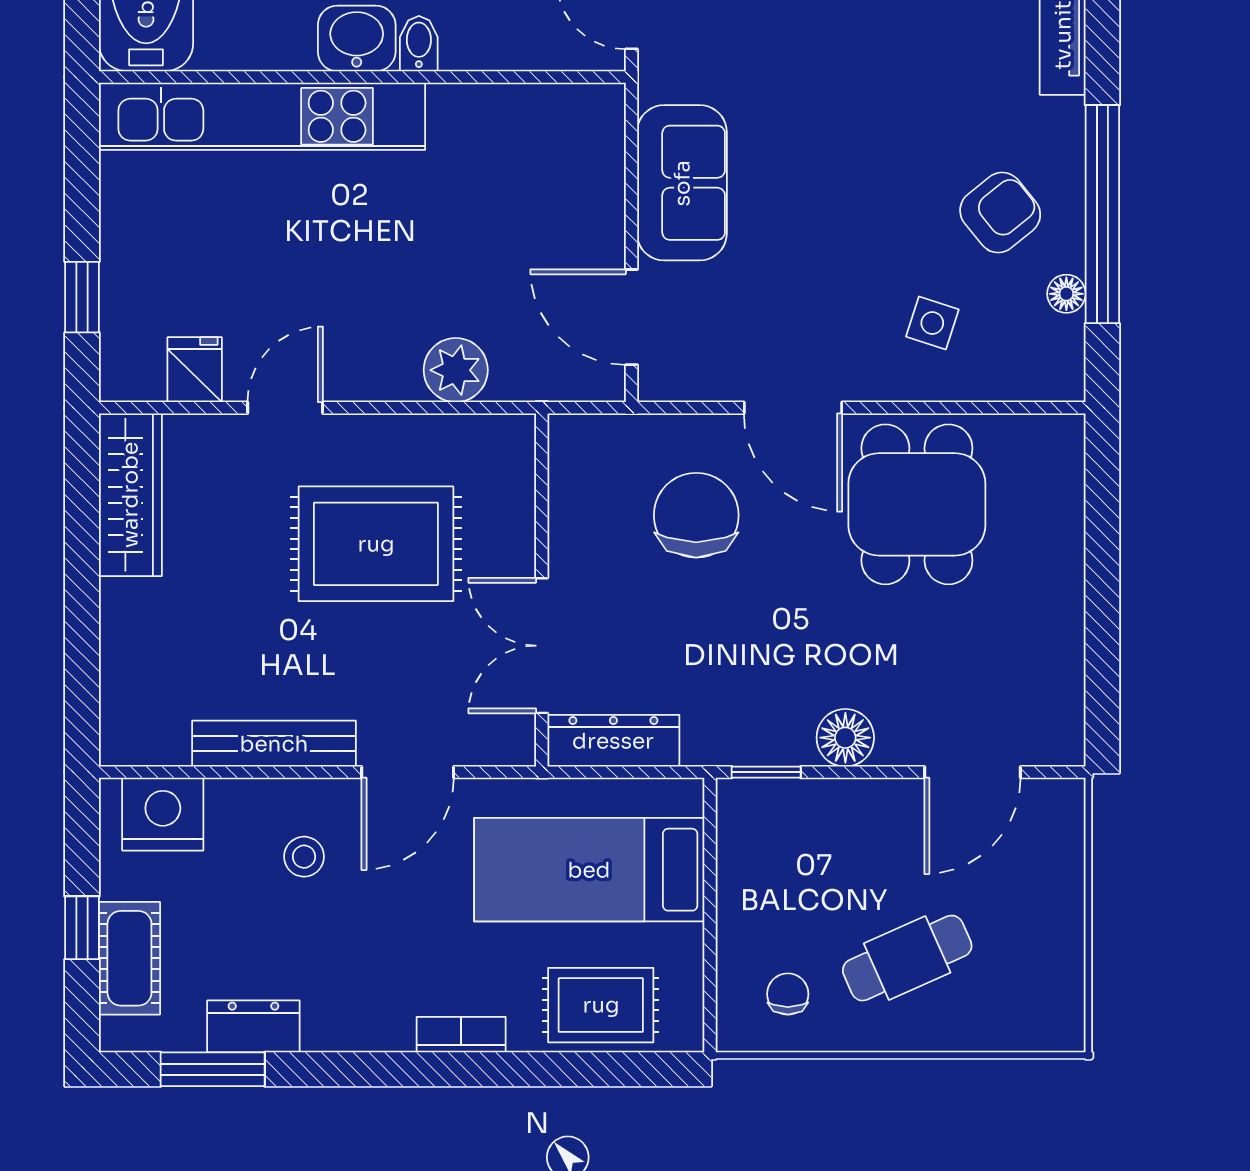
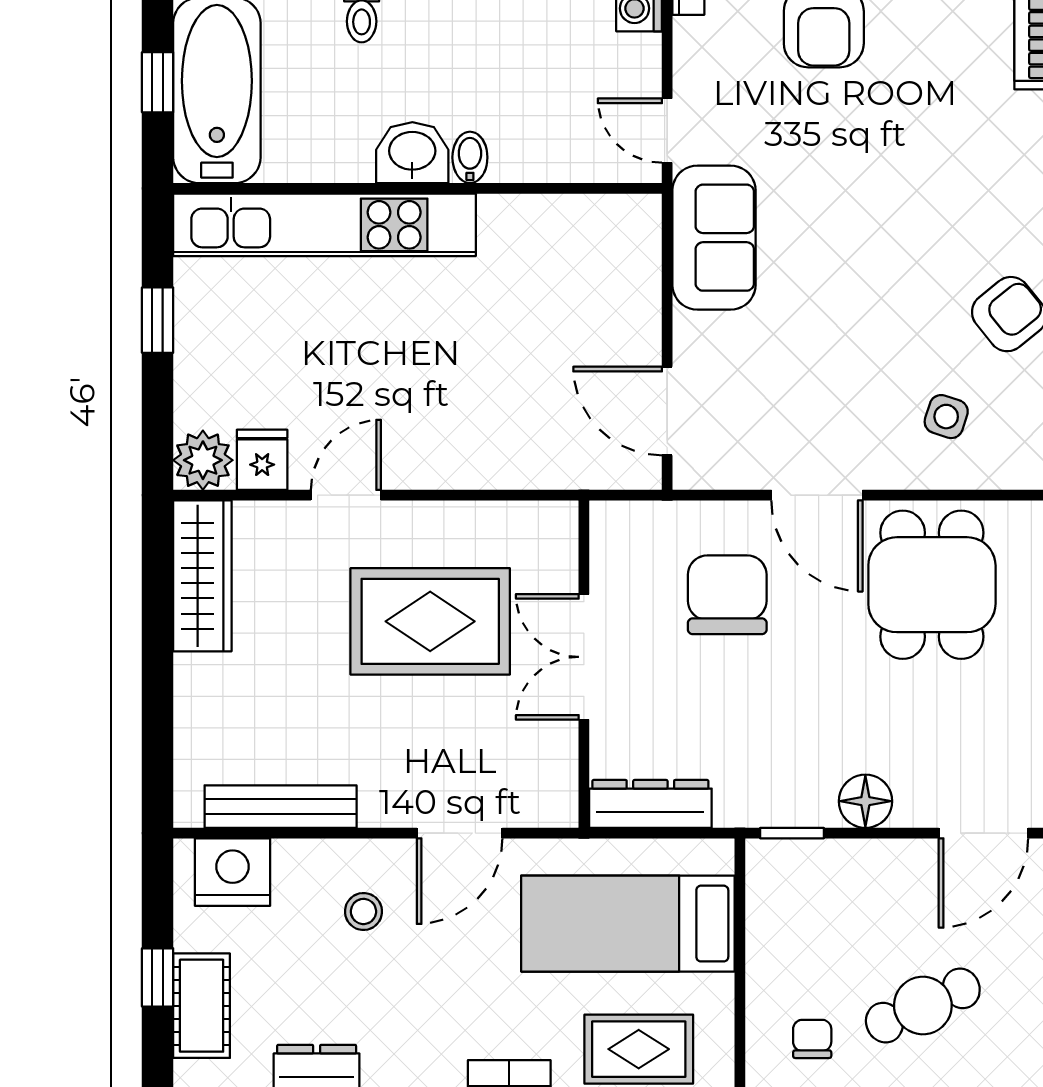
sofa: (682, 183) -> (714, 238), moved
window: (82, 297) -> (158, 320), moved
plant: (456, 370) -> (203, 460), moved
double door: (542, 646) -> (584, 657), moved
bench: (274, 744) -> (281, 807), moved

